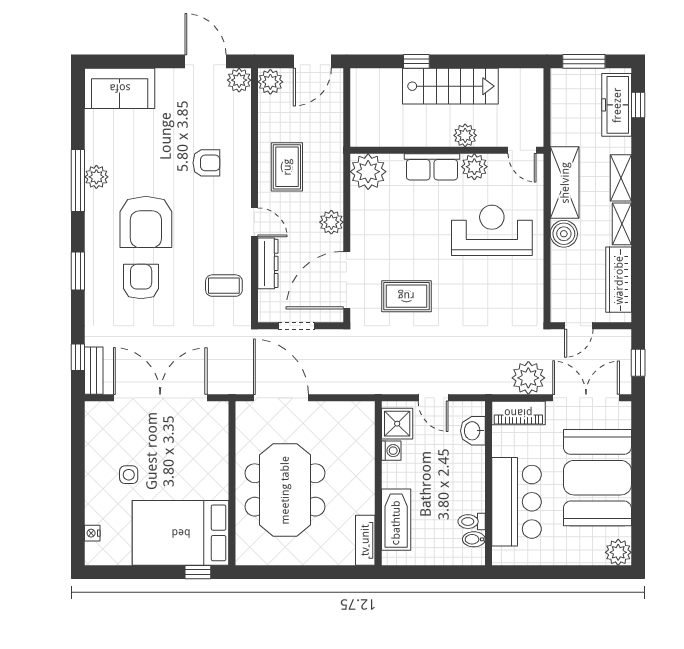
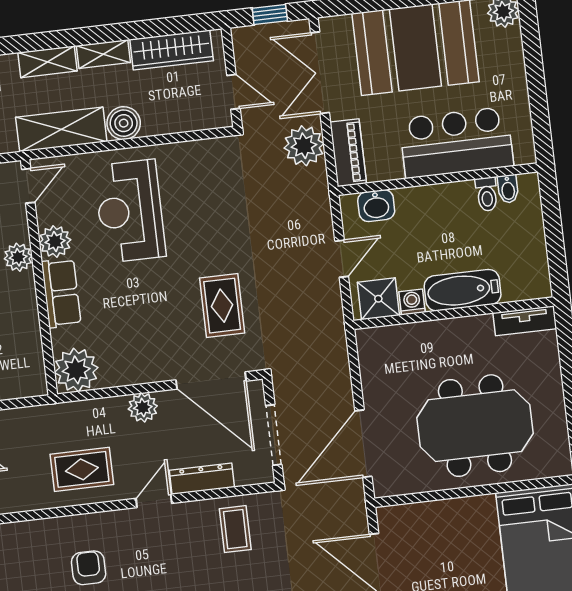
doorway: (297, 326) -> (274, 435), width x1.38
bathtub: (396, 520) -> (463, 290), moved

